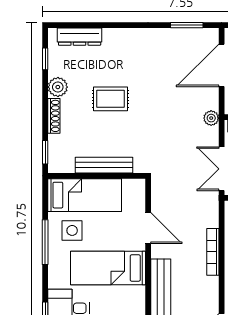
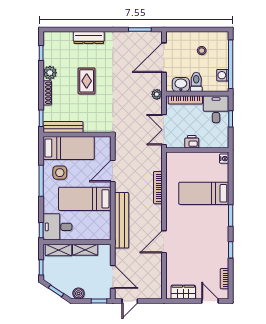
dresser: (80, 37) -> (89, 38), moved
rug: (110, 99) -> (87, 81), turned 90
bench: (104, 165) -> (63, 127), moved
door: (148, 228) -> (113, 171), swing flipped

